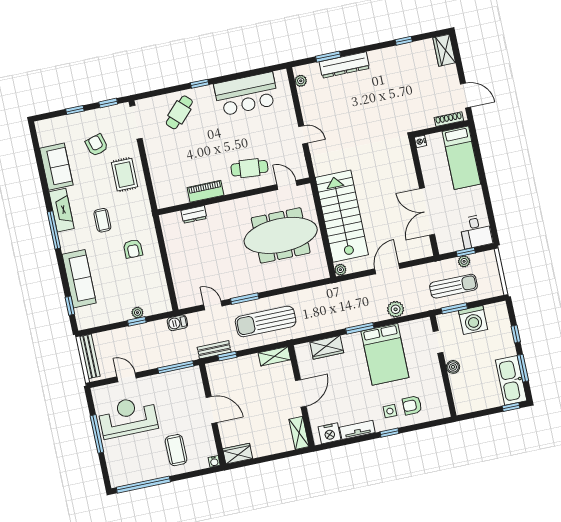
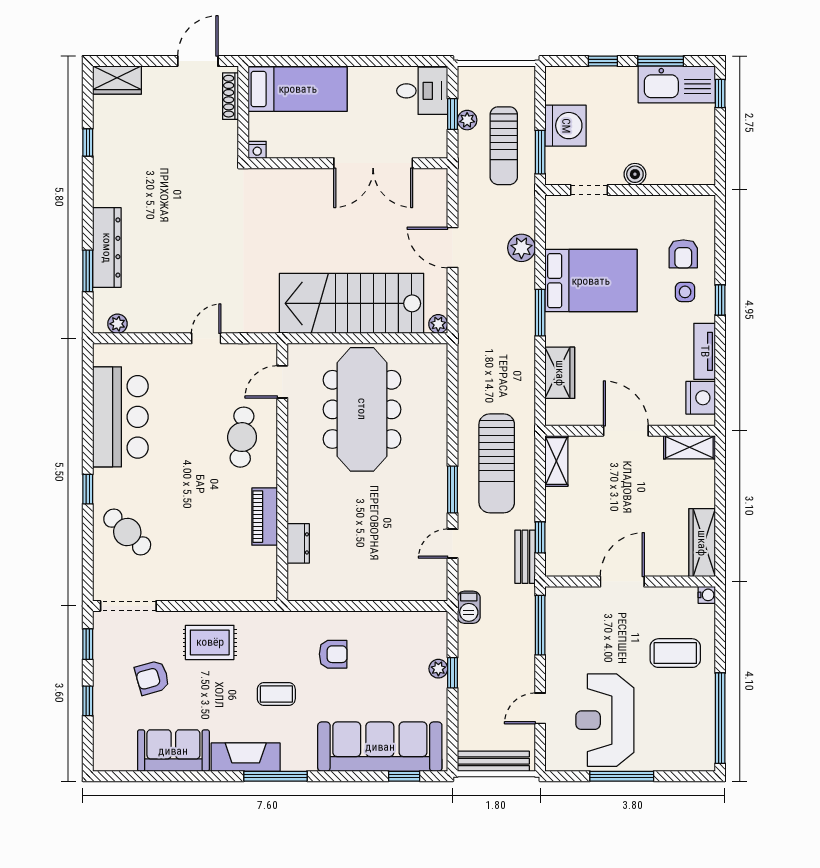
sofa: (79, 279) -> (380, 747), width x1.36, depth x1.27
sun lounger: (454, 286) -> (504, 146), turned 180
wardrobe: (238, 454) -> (702, 543), width x1.50

